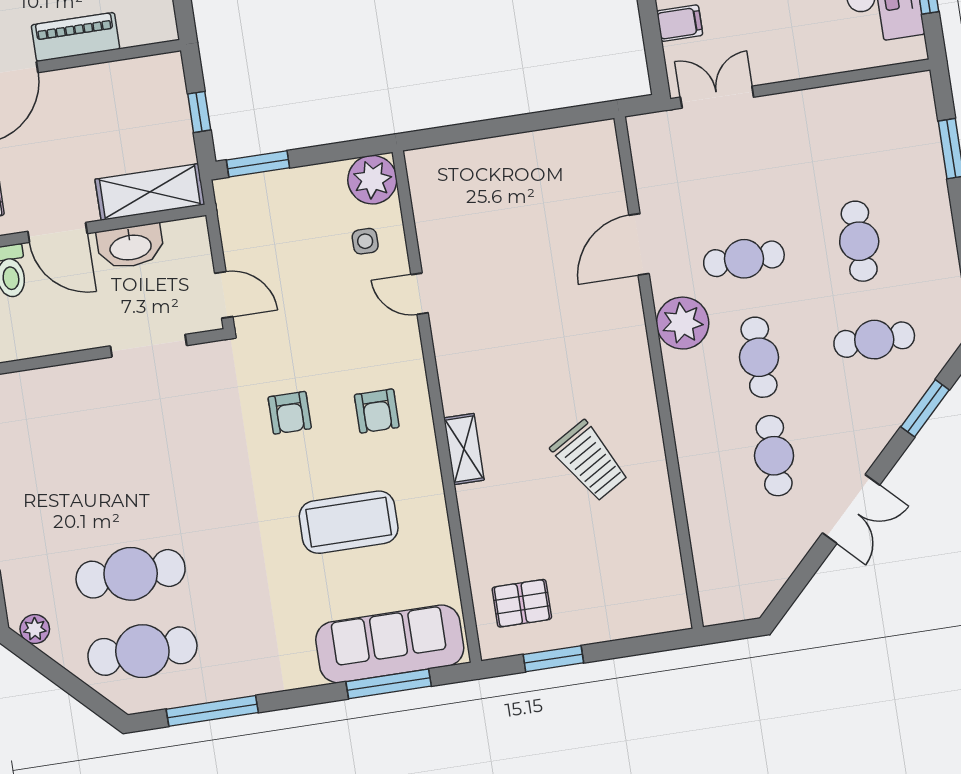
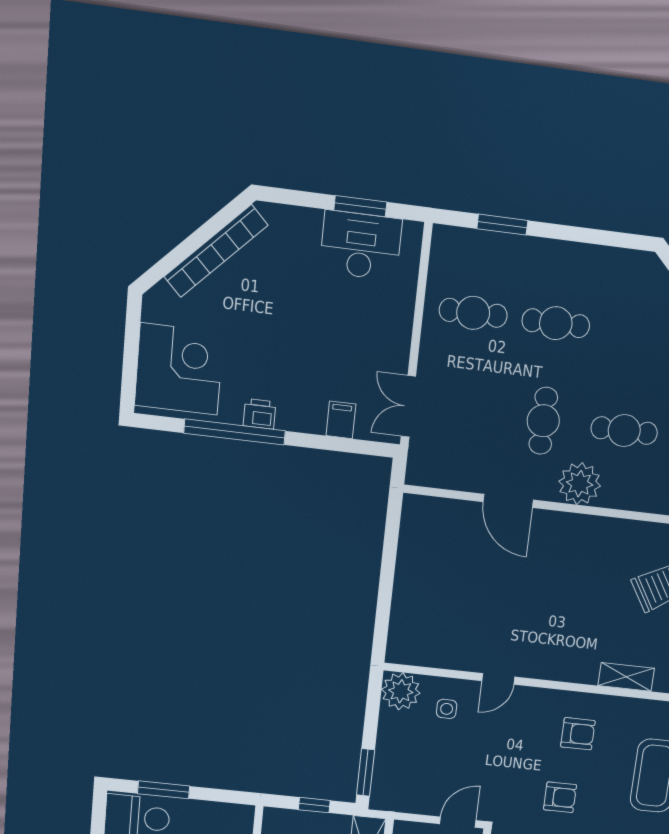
cafe table: (874, 340) -> (473, 313), moved, turned 90

